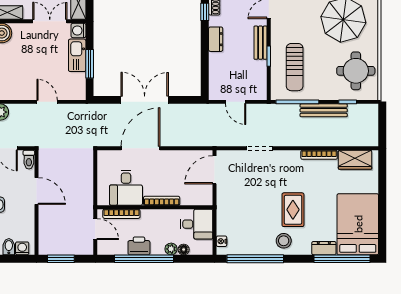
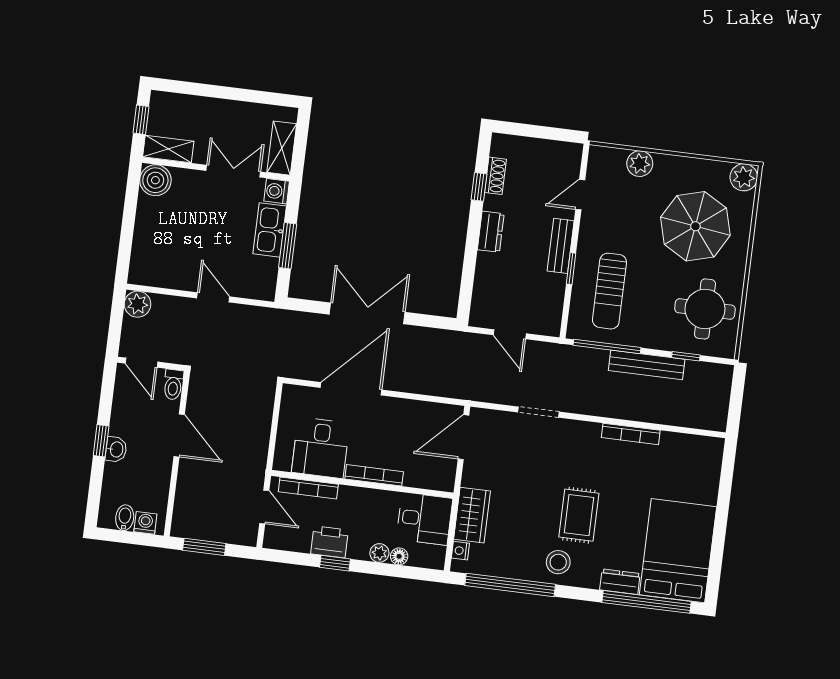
wardrobe: (355, 160) -> (472, 515), moved, turned -90
window: (144, 259) -> (335, 563), width x0.32

